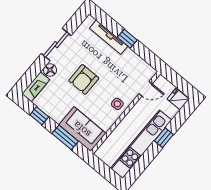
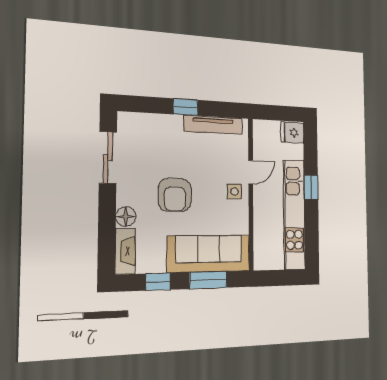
tv unit: (109, 37) -> (213, 125), moved
sliding door: (56, 45) -> (108, 158), moved
door: (146, 89) -> (251, 172), moved
sofa: (82, 129) -> (209, 254), width x1.36

